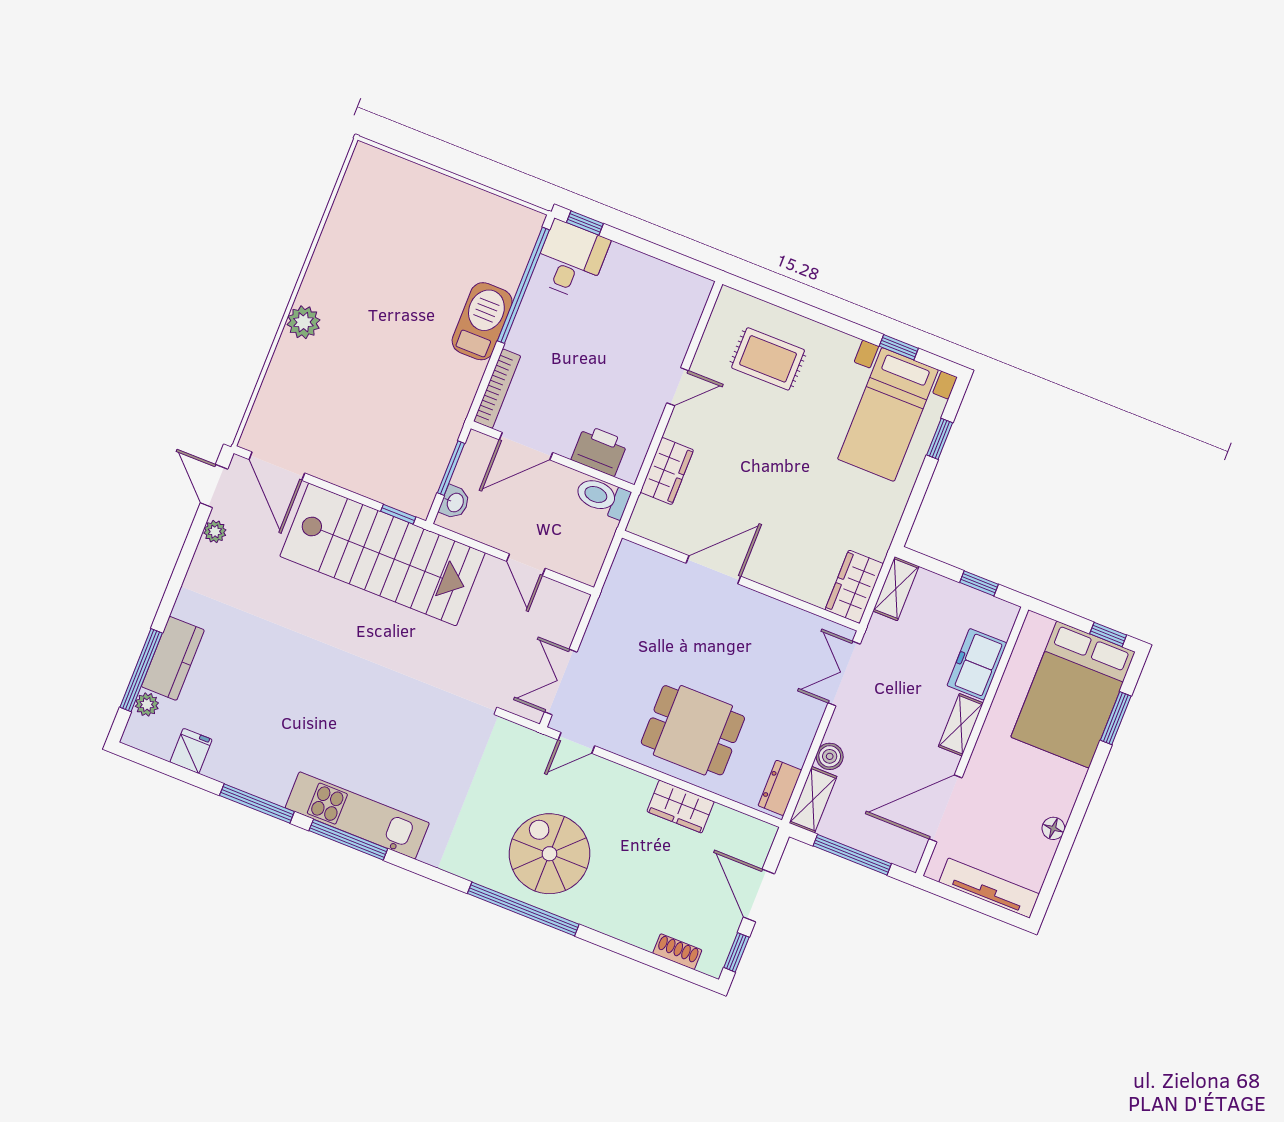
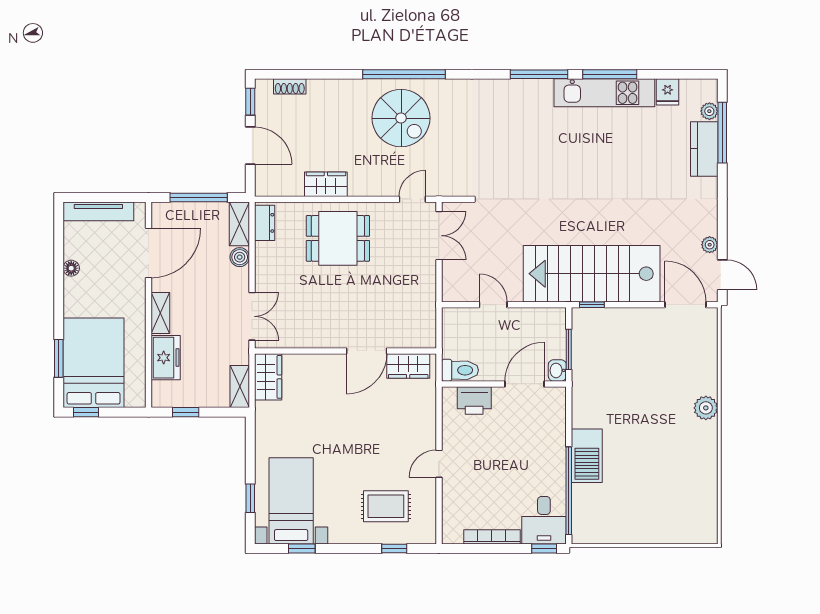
window: (779, 300) -> (394, 549), added
bookcase: (497, 389) -> (492, 537), moved, turned 90
wardrobe: (667, 471) -> (408, 366), moved, turned -90
washbasin: (455, 502) -> (557, 370), moved
kitchen unit: (357, 815) -> (604, 93), moved

